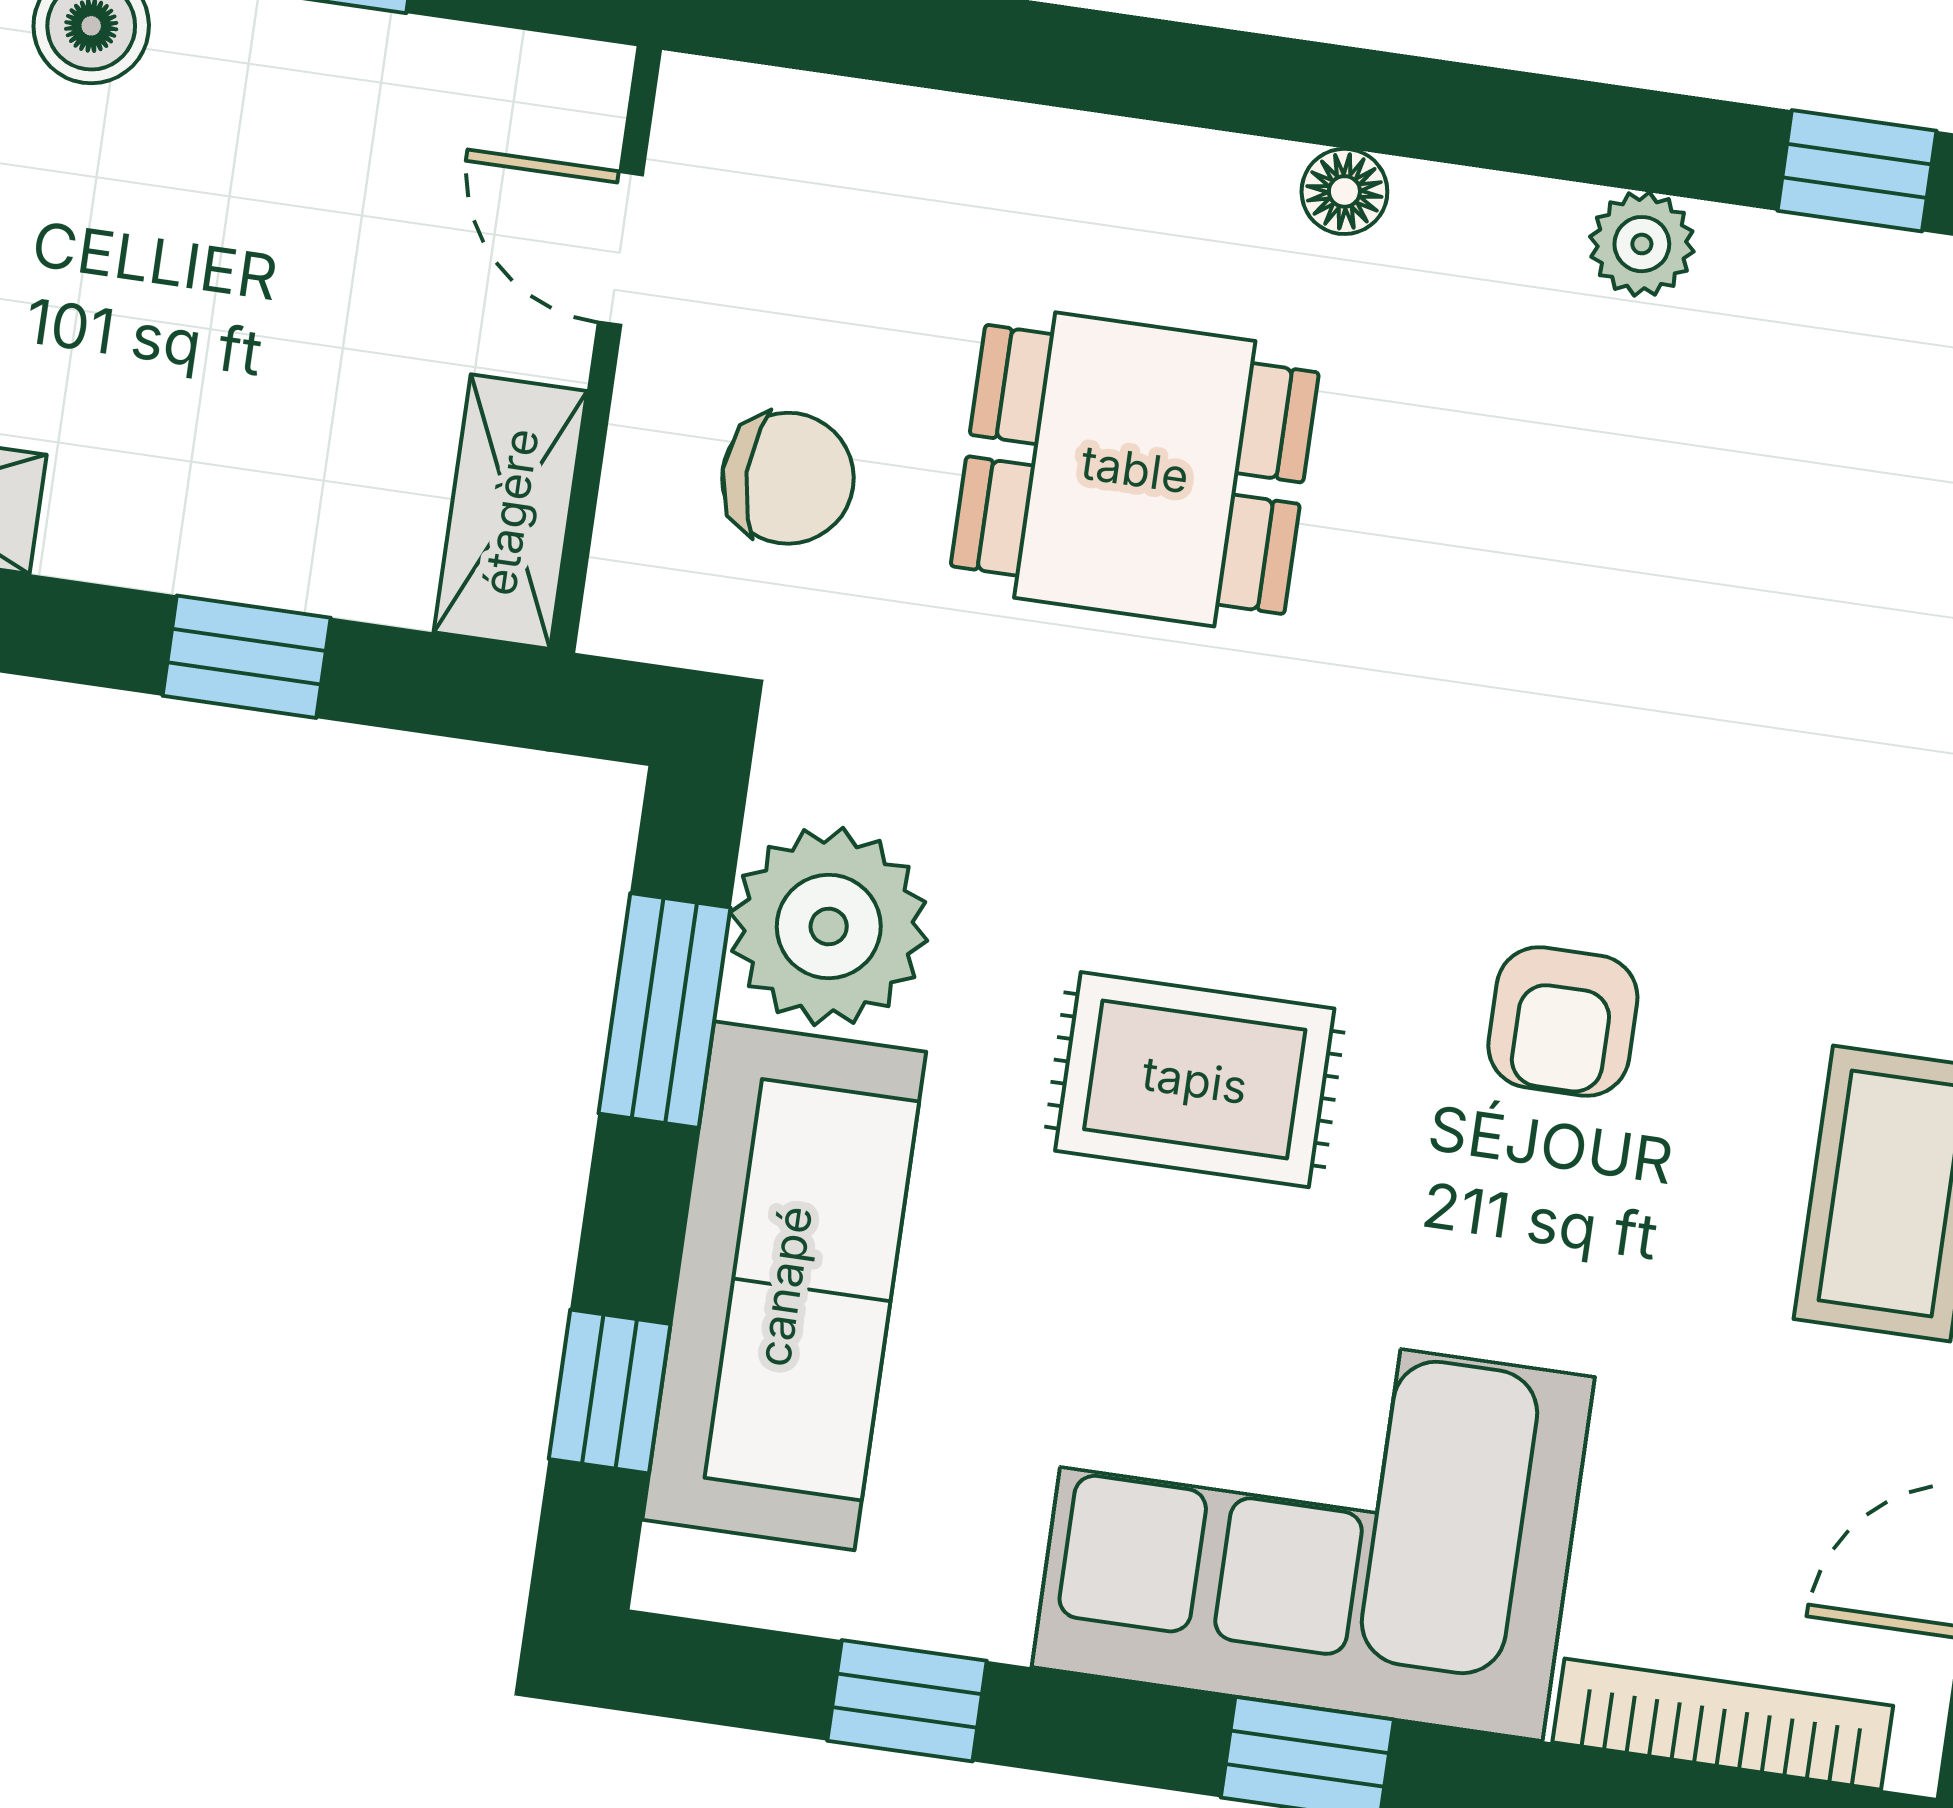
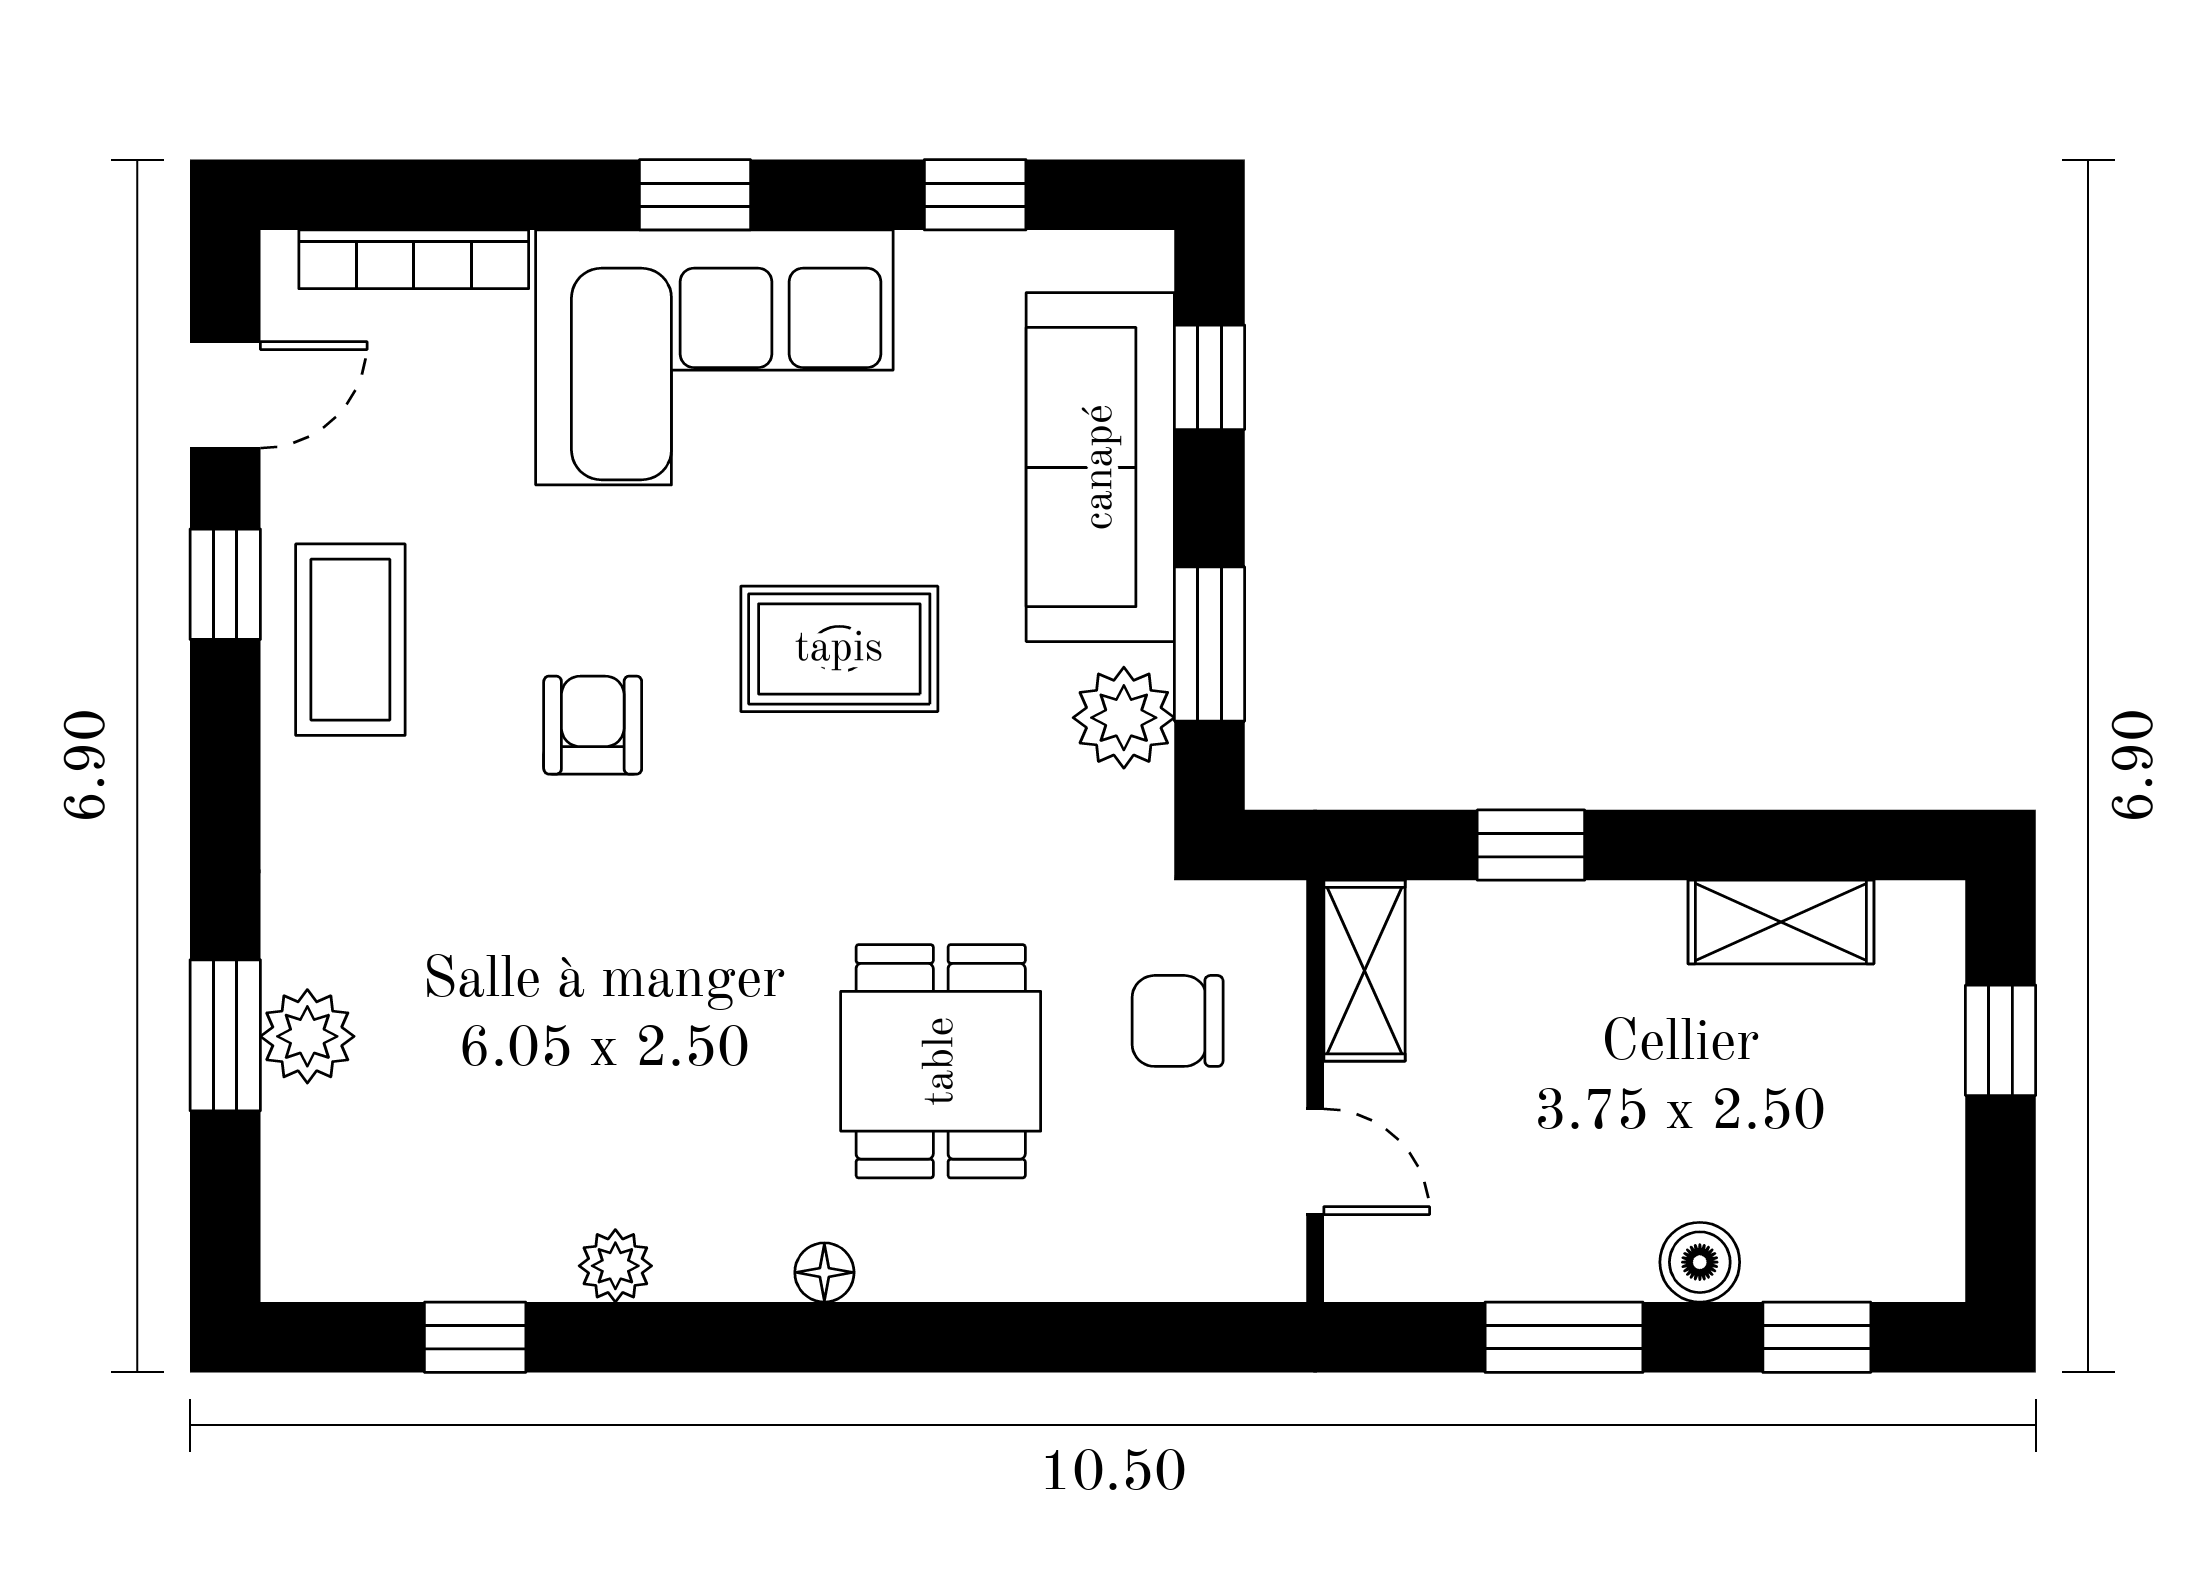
dining table: (1135, 469) -> (941, 1061), turned 90
plant: (829, 926) -> (1124, 718), width x0.73, depth x0.73

